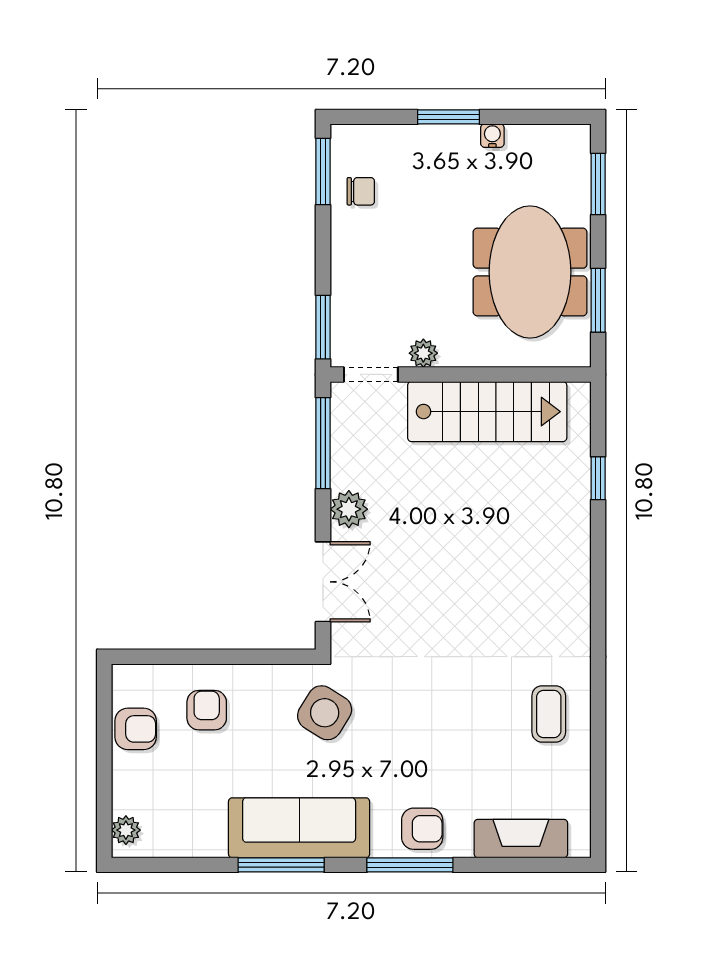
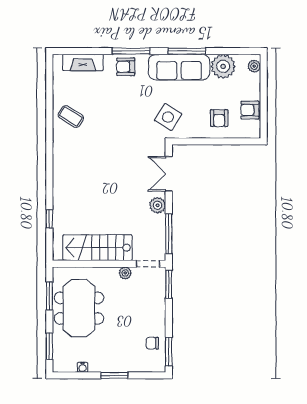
water cooler: (492, 136) -> (83, 367), moved
coffee table: (549, 714) -> (71, 116), turned -58
plant: (198, 830) -> (223, 66), added

